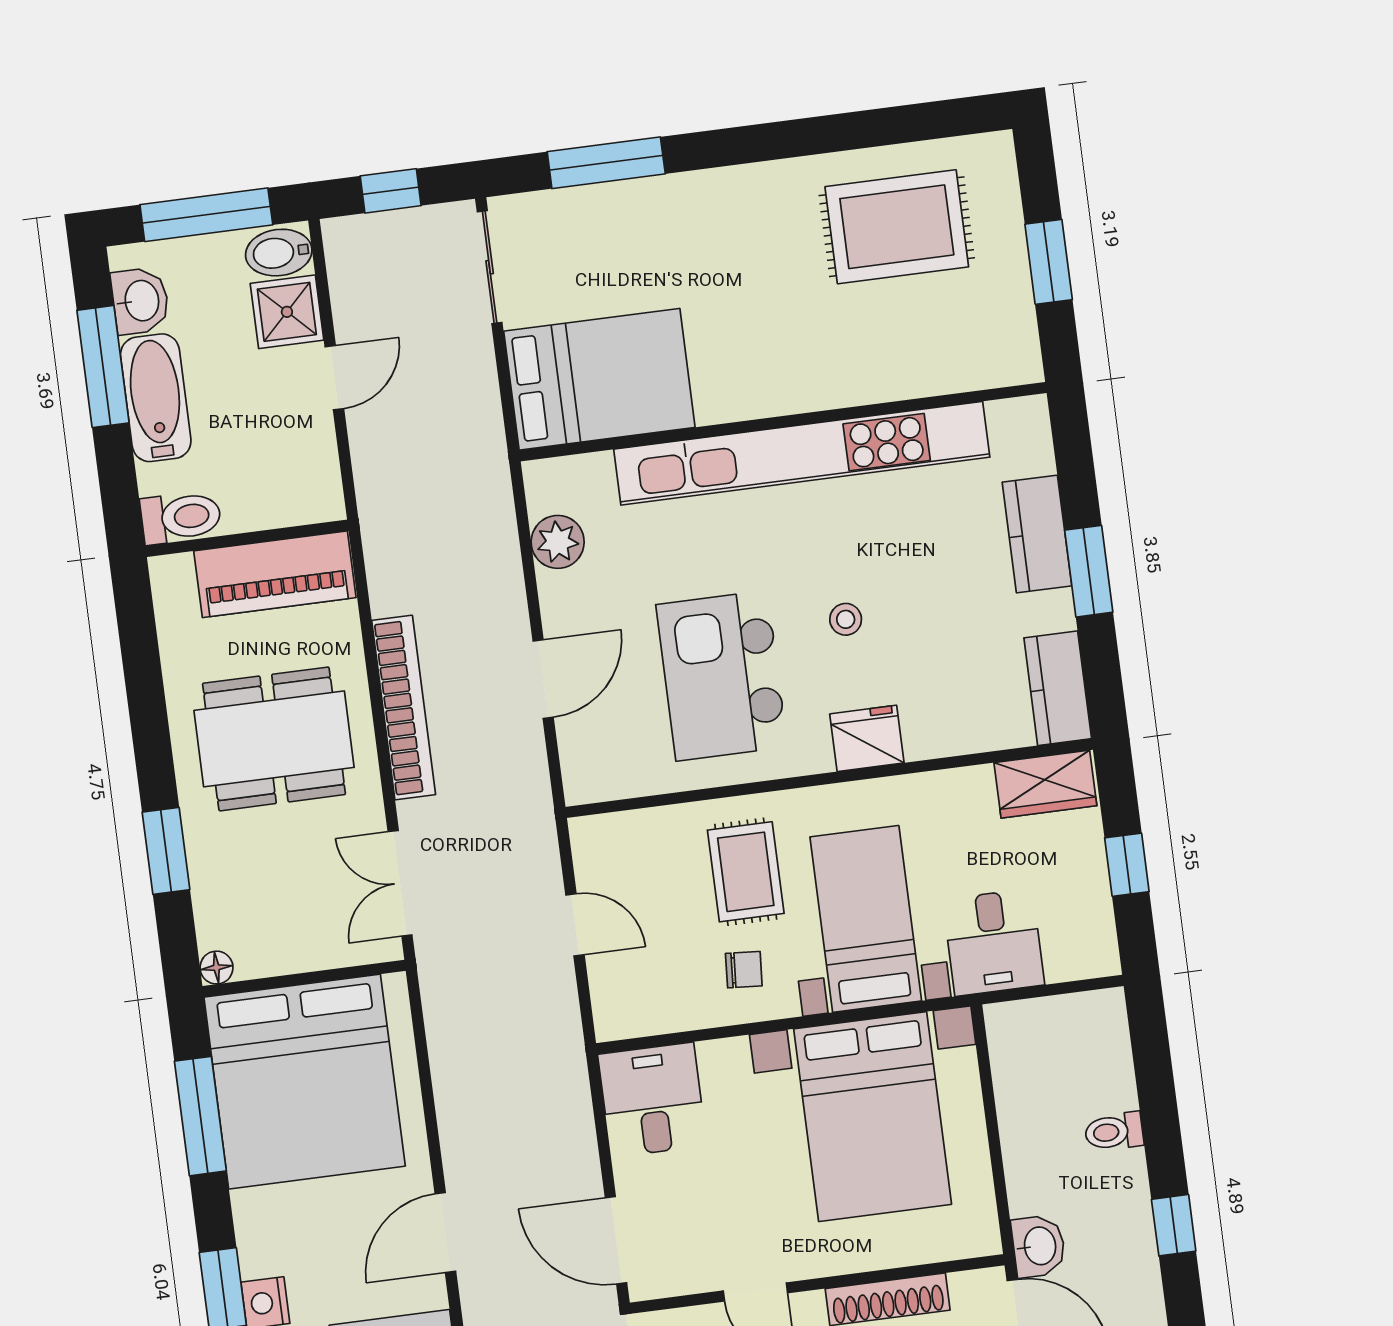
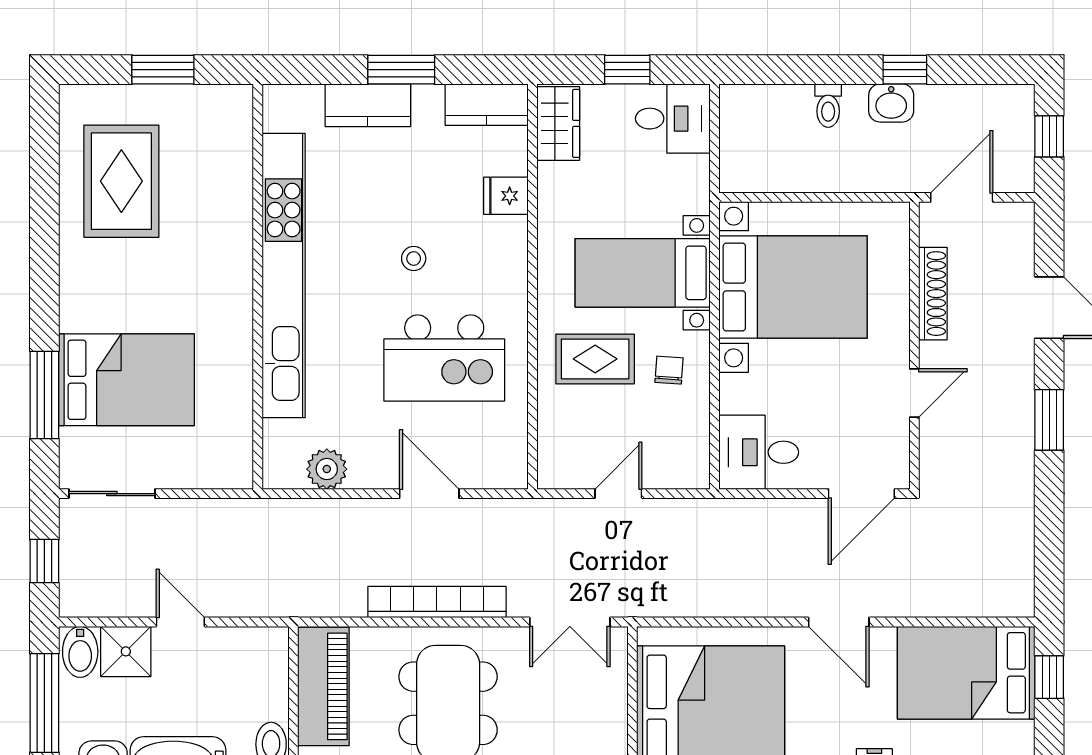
bed: (599, 379) -> (127, 380), moved, turned 90
fridge: (867, 738) -> (506, 196), moved, width x0.72
desk: (994, 942) -> (673, 119), moved
washbasin: (1039, 1246) -> (891, 103), moved, turned 180

